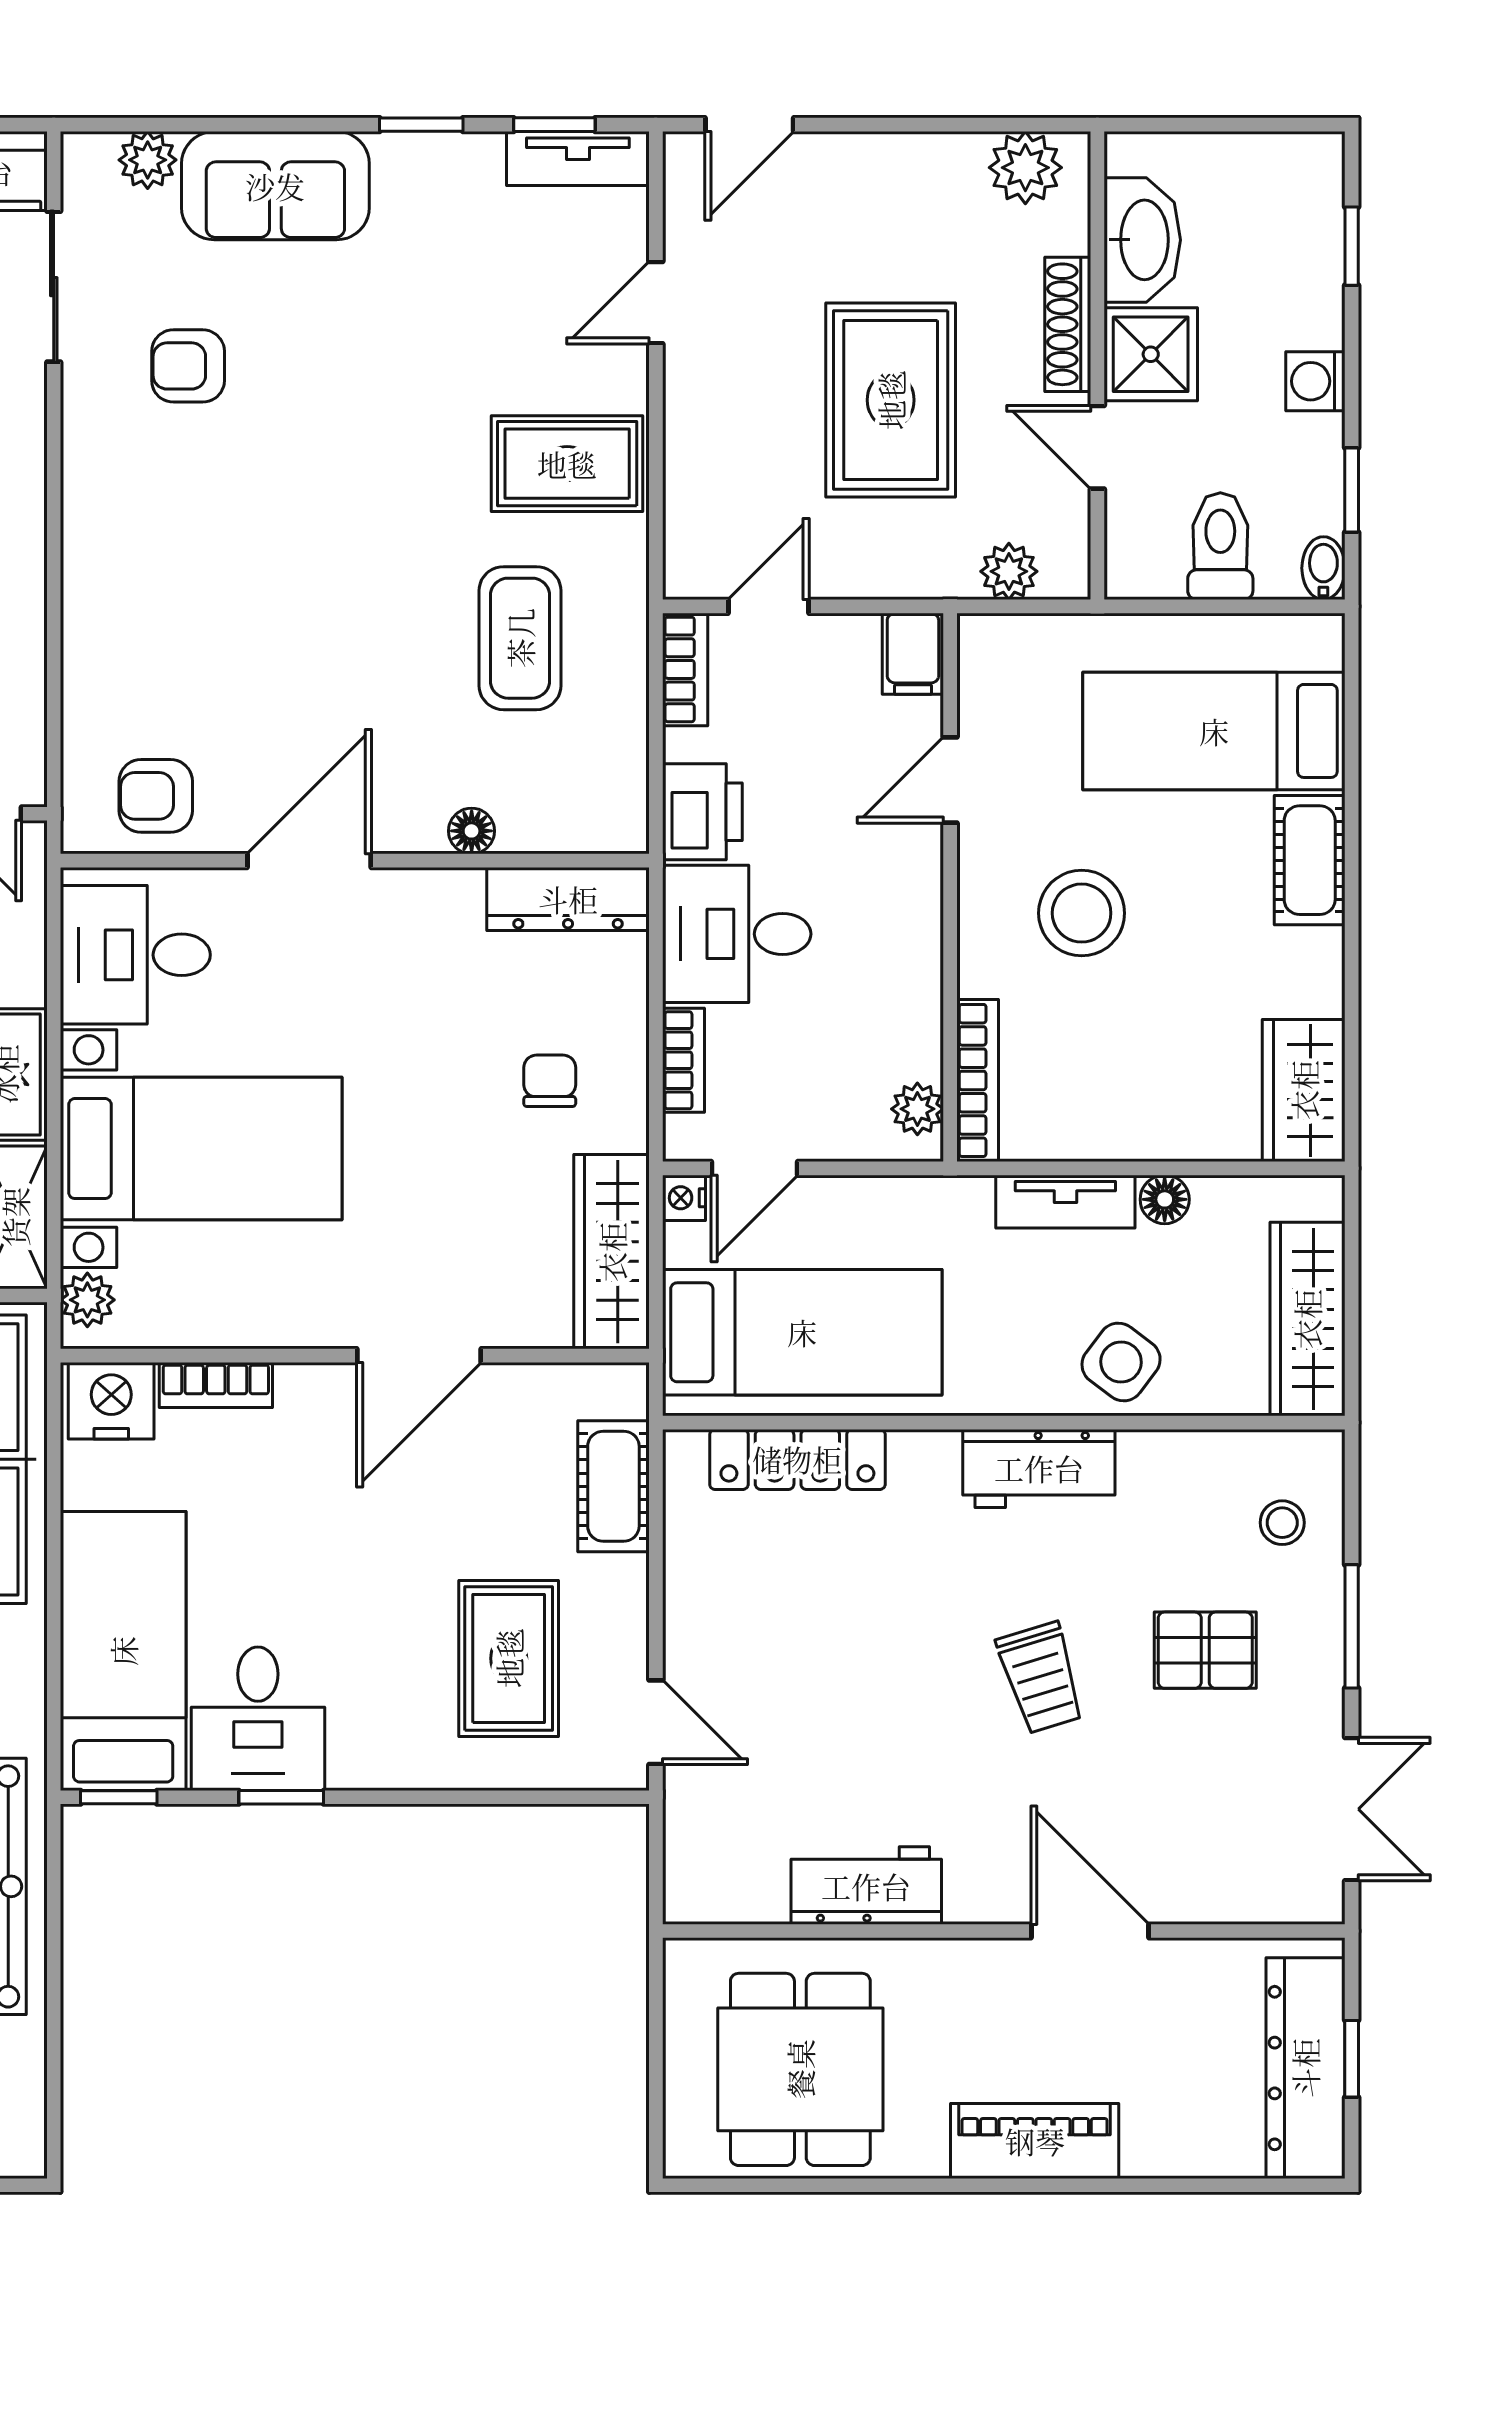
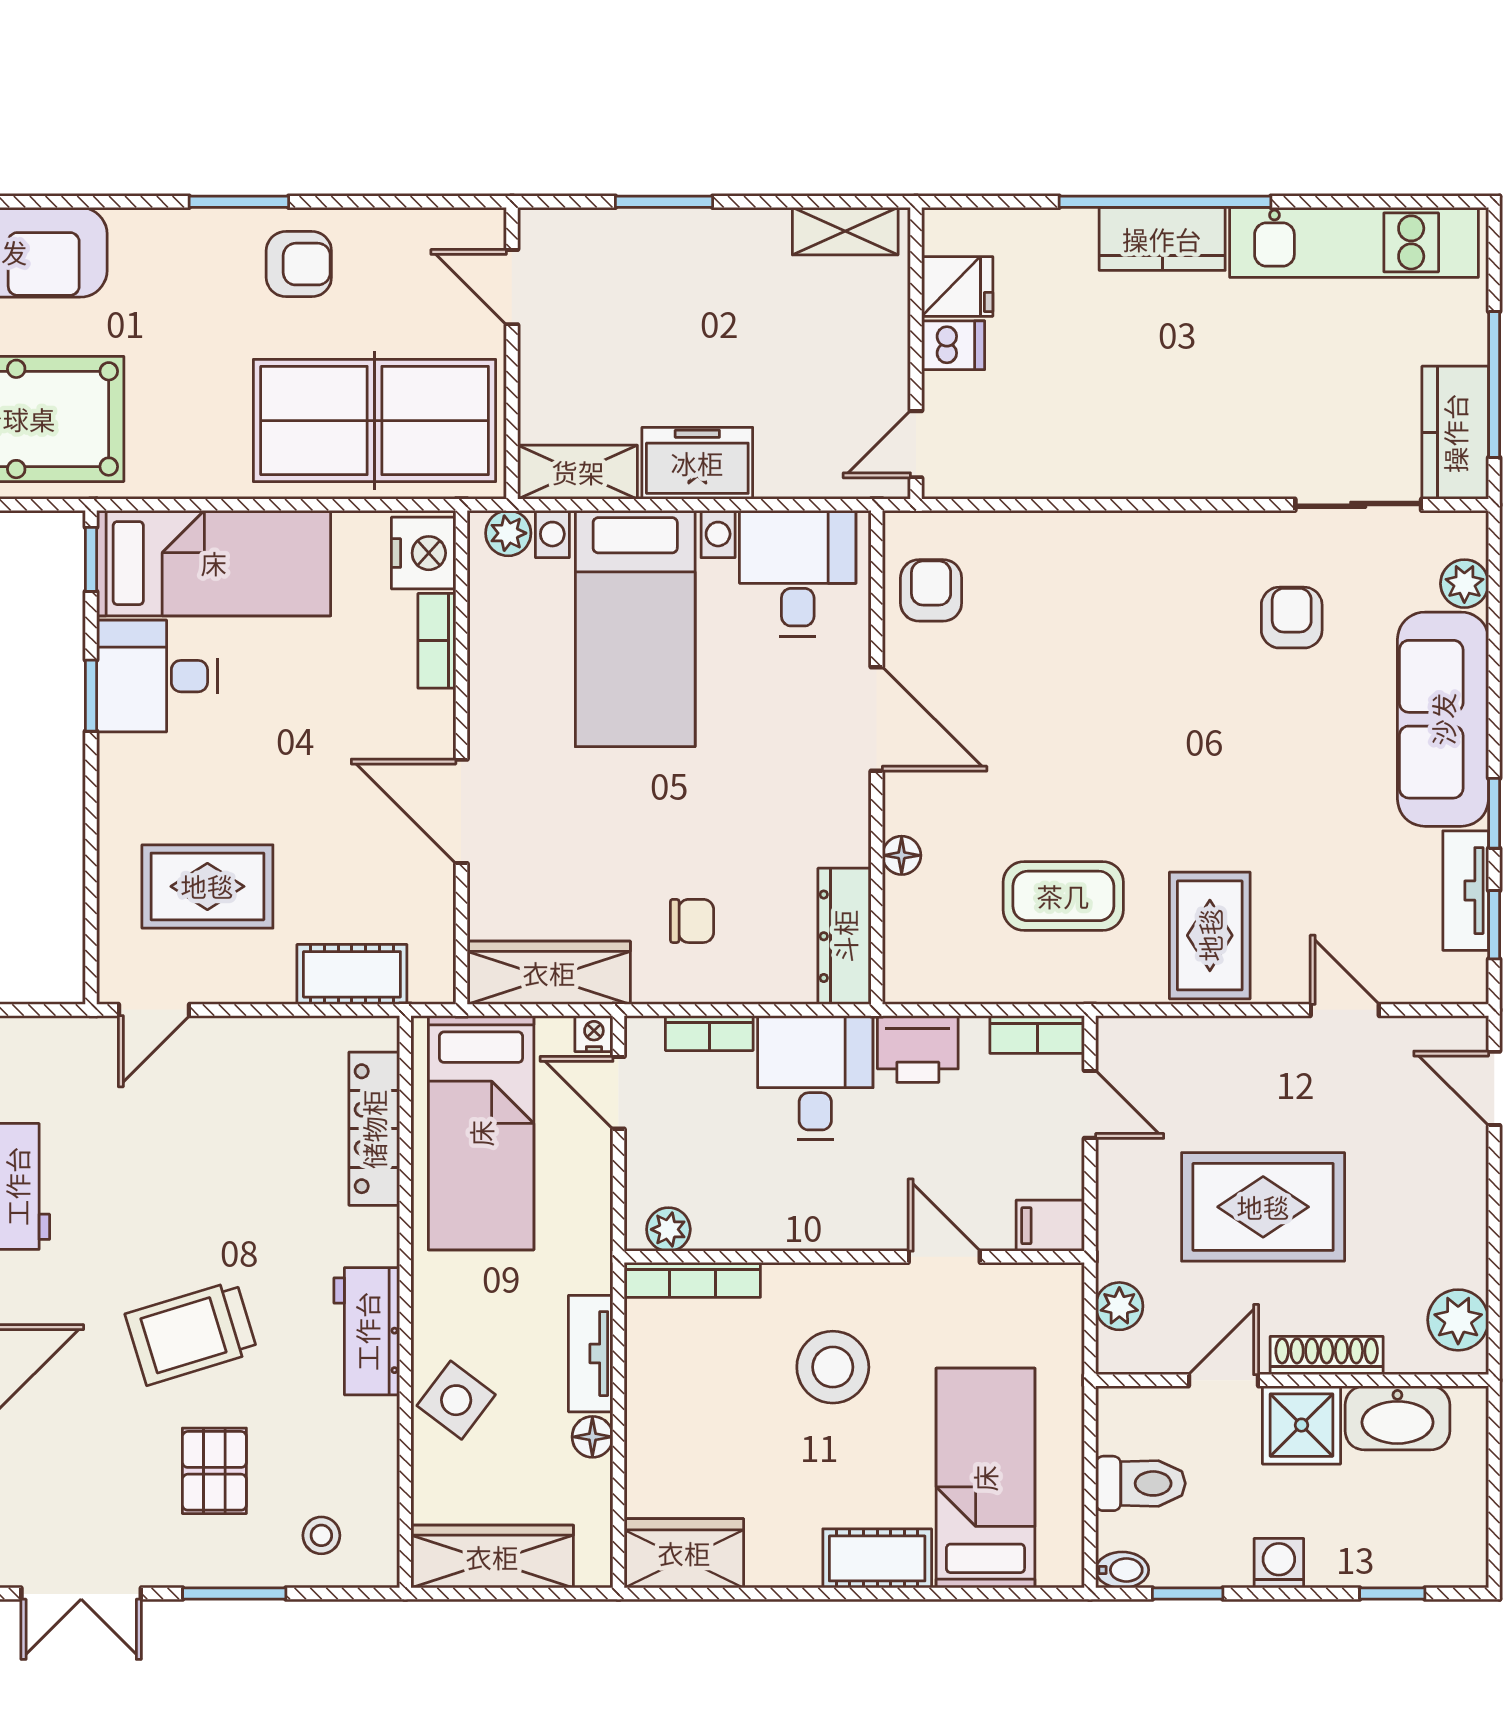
tv unit: (578, 159) -> (1466, 891), moved
sofa: (275, 186) -> (1443, 719), width x1.36
trolley: (1041, 1678) -> (191, 1333), width x1.36, depth x1.39

